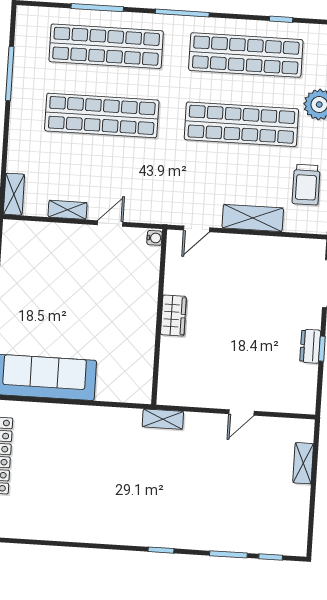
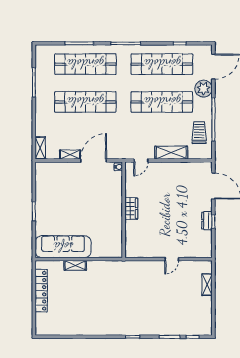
trolley: (306, 185) -> (199, 133), turned 180
door: (110, 223) -> (94, 161), width x1.88
shelving: (163, 419) -> (75, 265), moved

